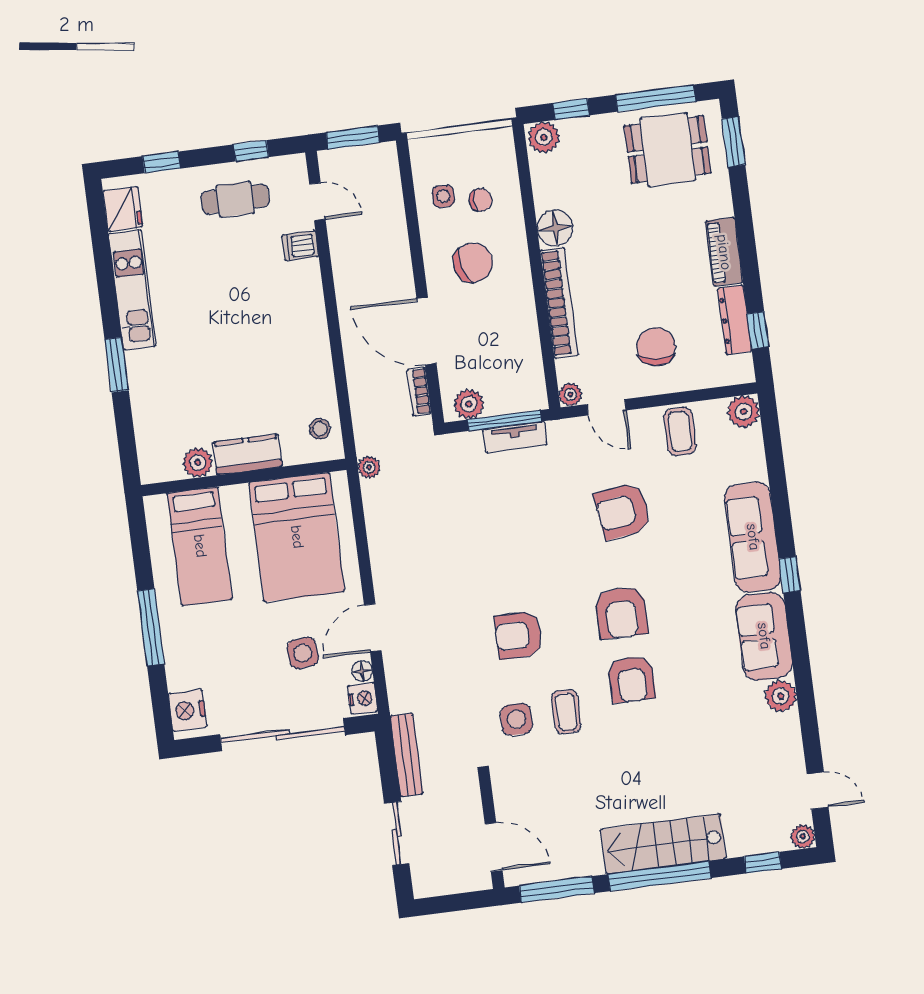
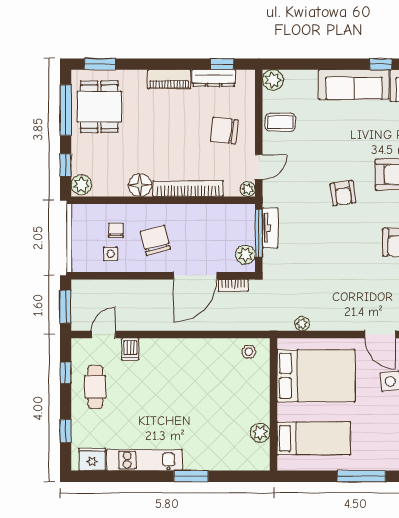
kitchen counter: (247, 455) -> (259, 400), removed
plant: (369, 467) -> (302, 324), moved
armchair: (623, 511) -> (343, 193), moved, width x0.72, depth x0.72

